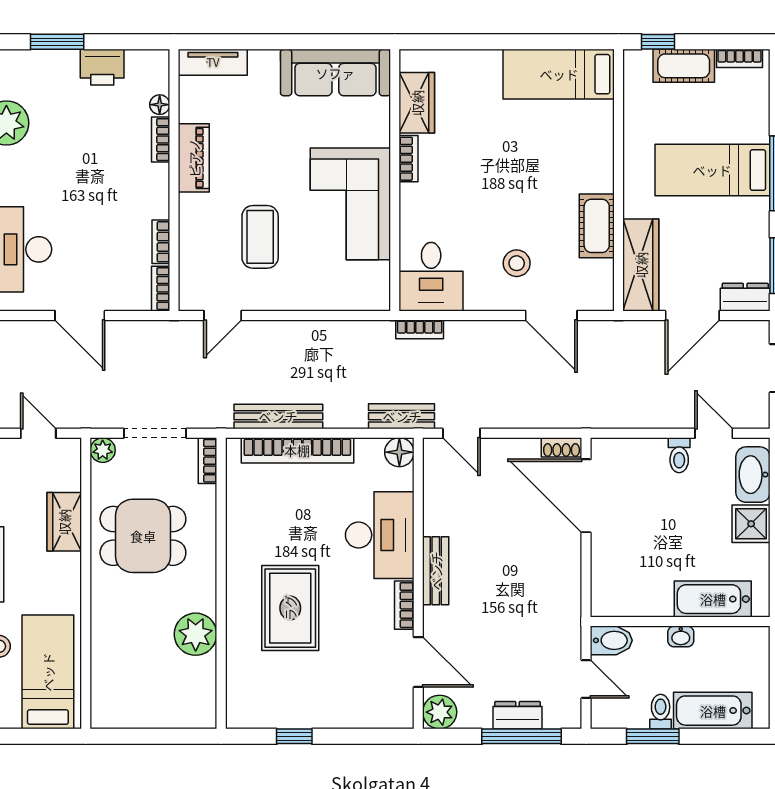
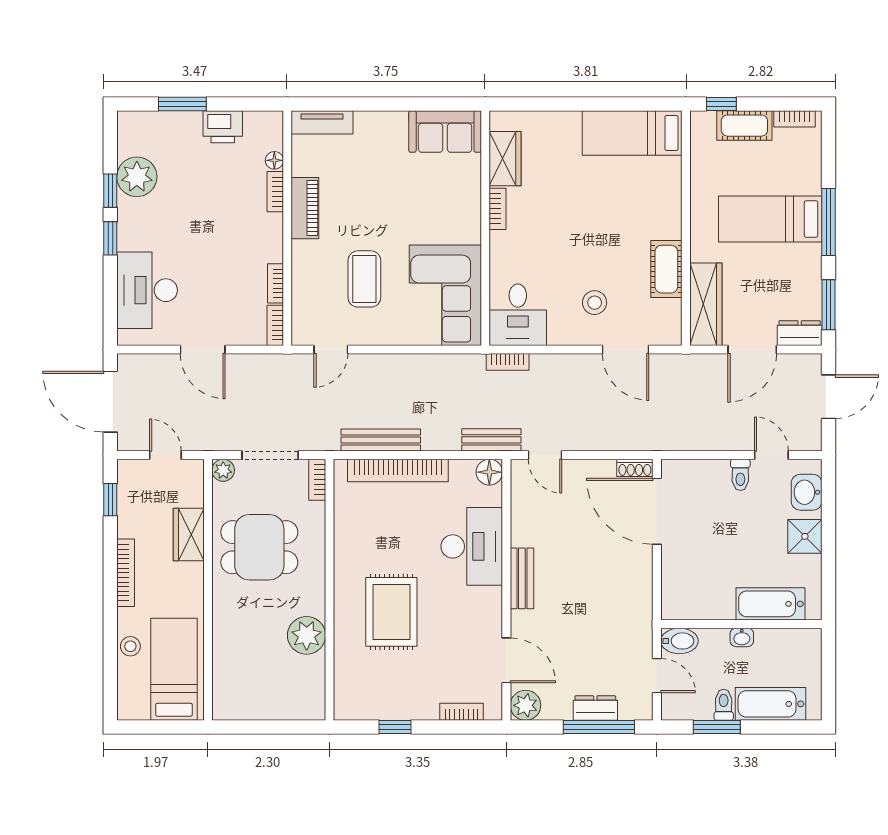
sofa: (335, 73) -> (445, 132), width x0.73
corner sofa: (350, 204) -> (445, 295), moved
washbasin: (753, 475) -> (807, 492), width x0.72
bookcase: (404, 605) -> (461, 712), moved, turned 90

